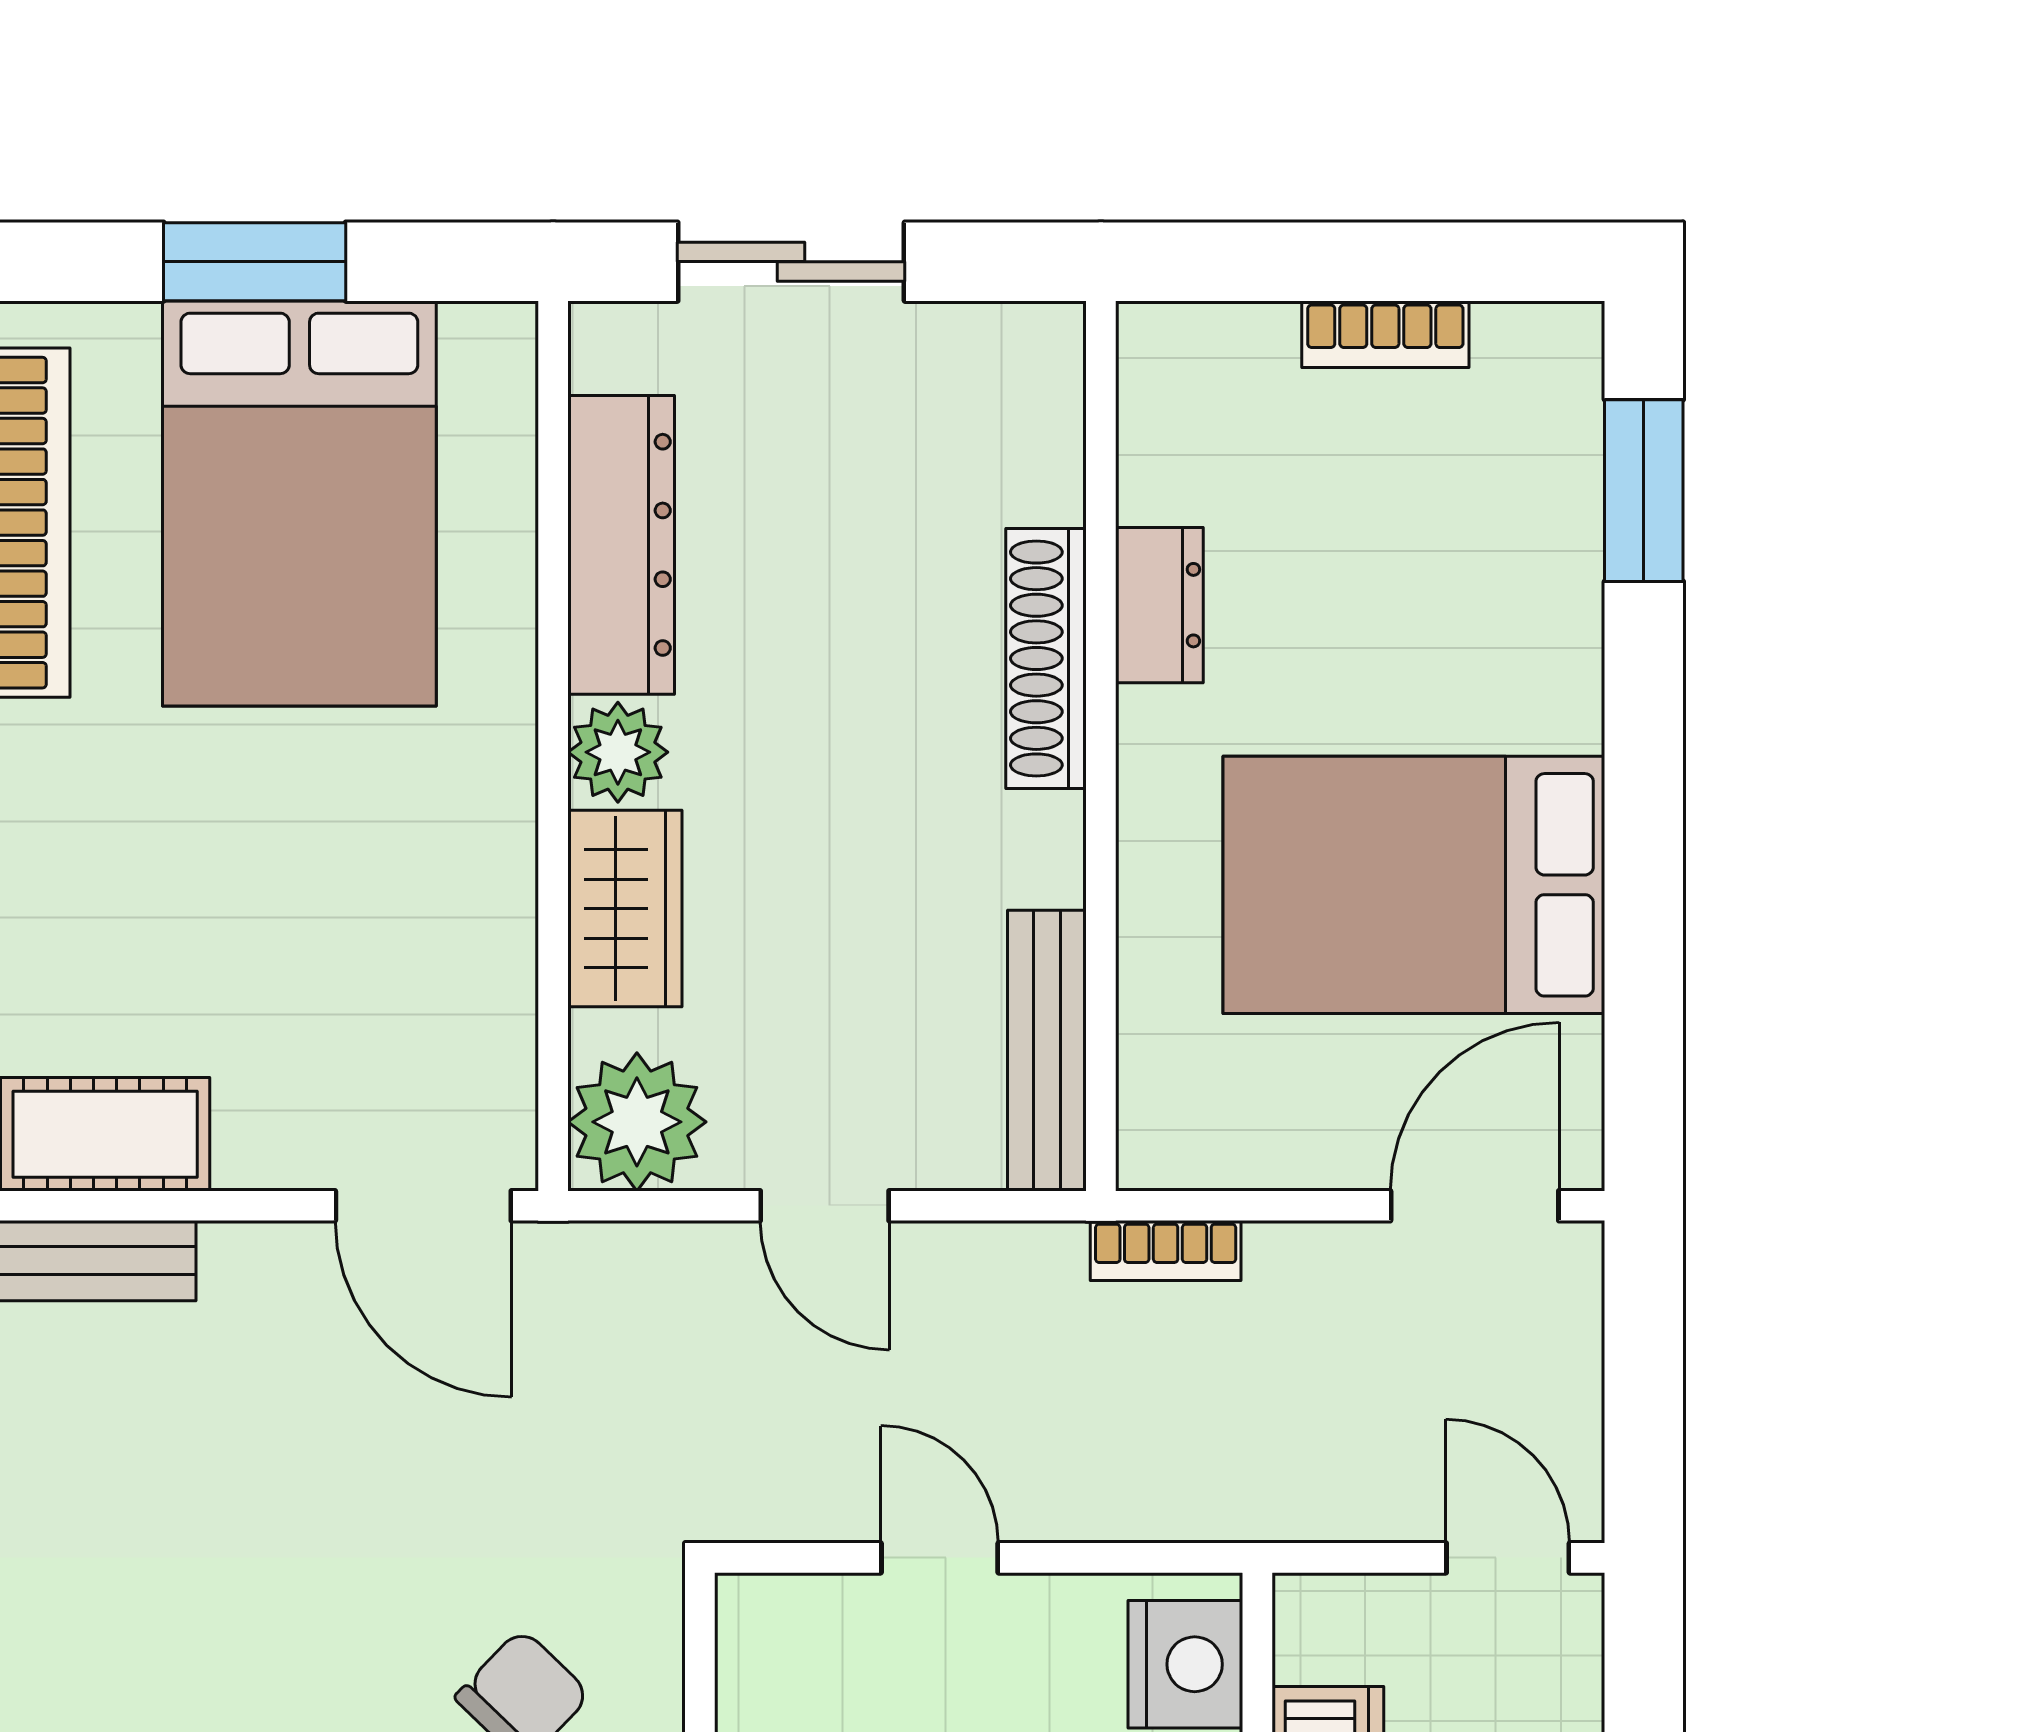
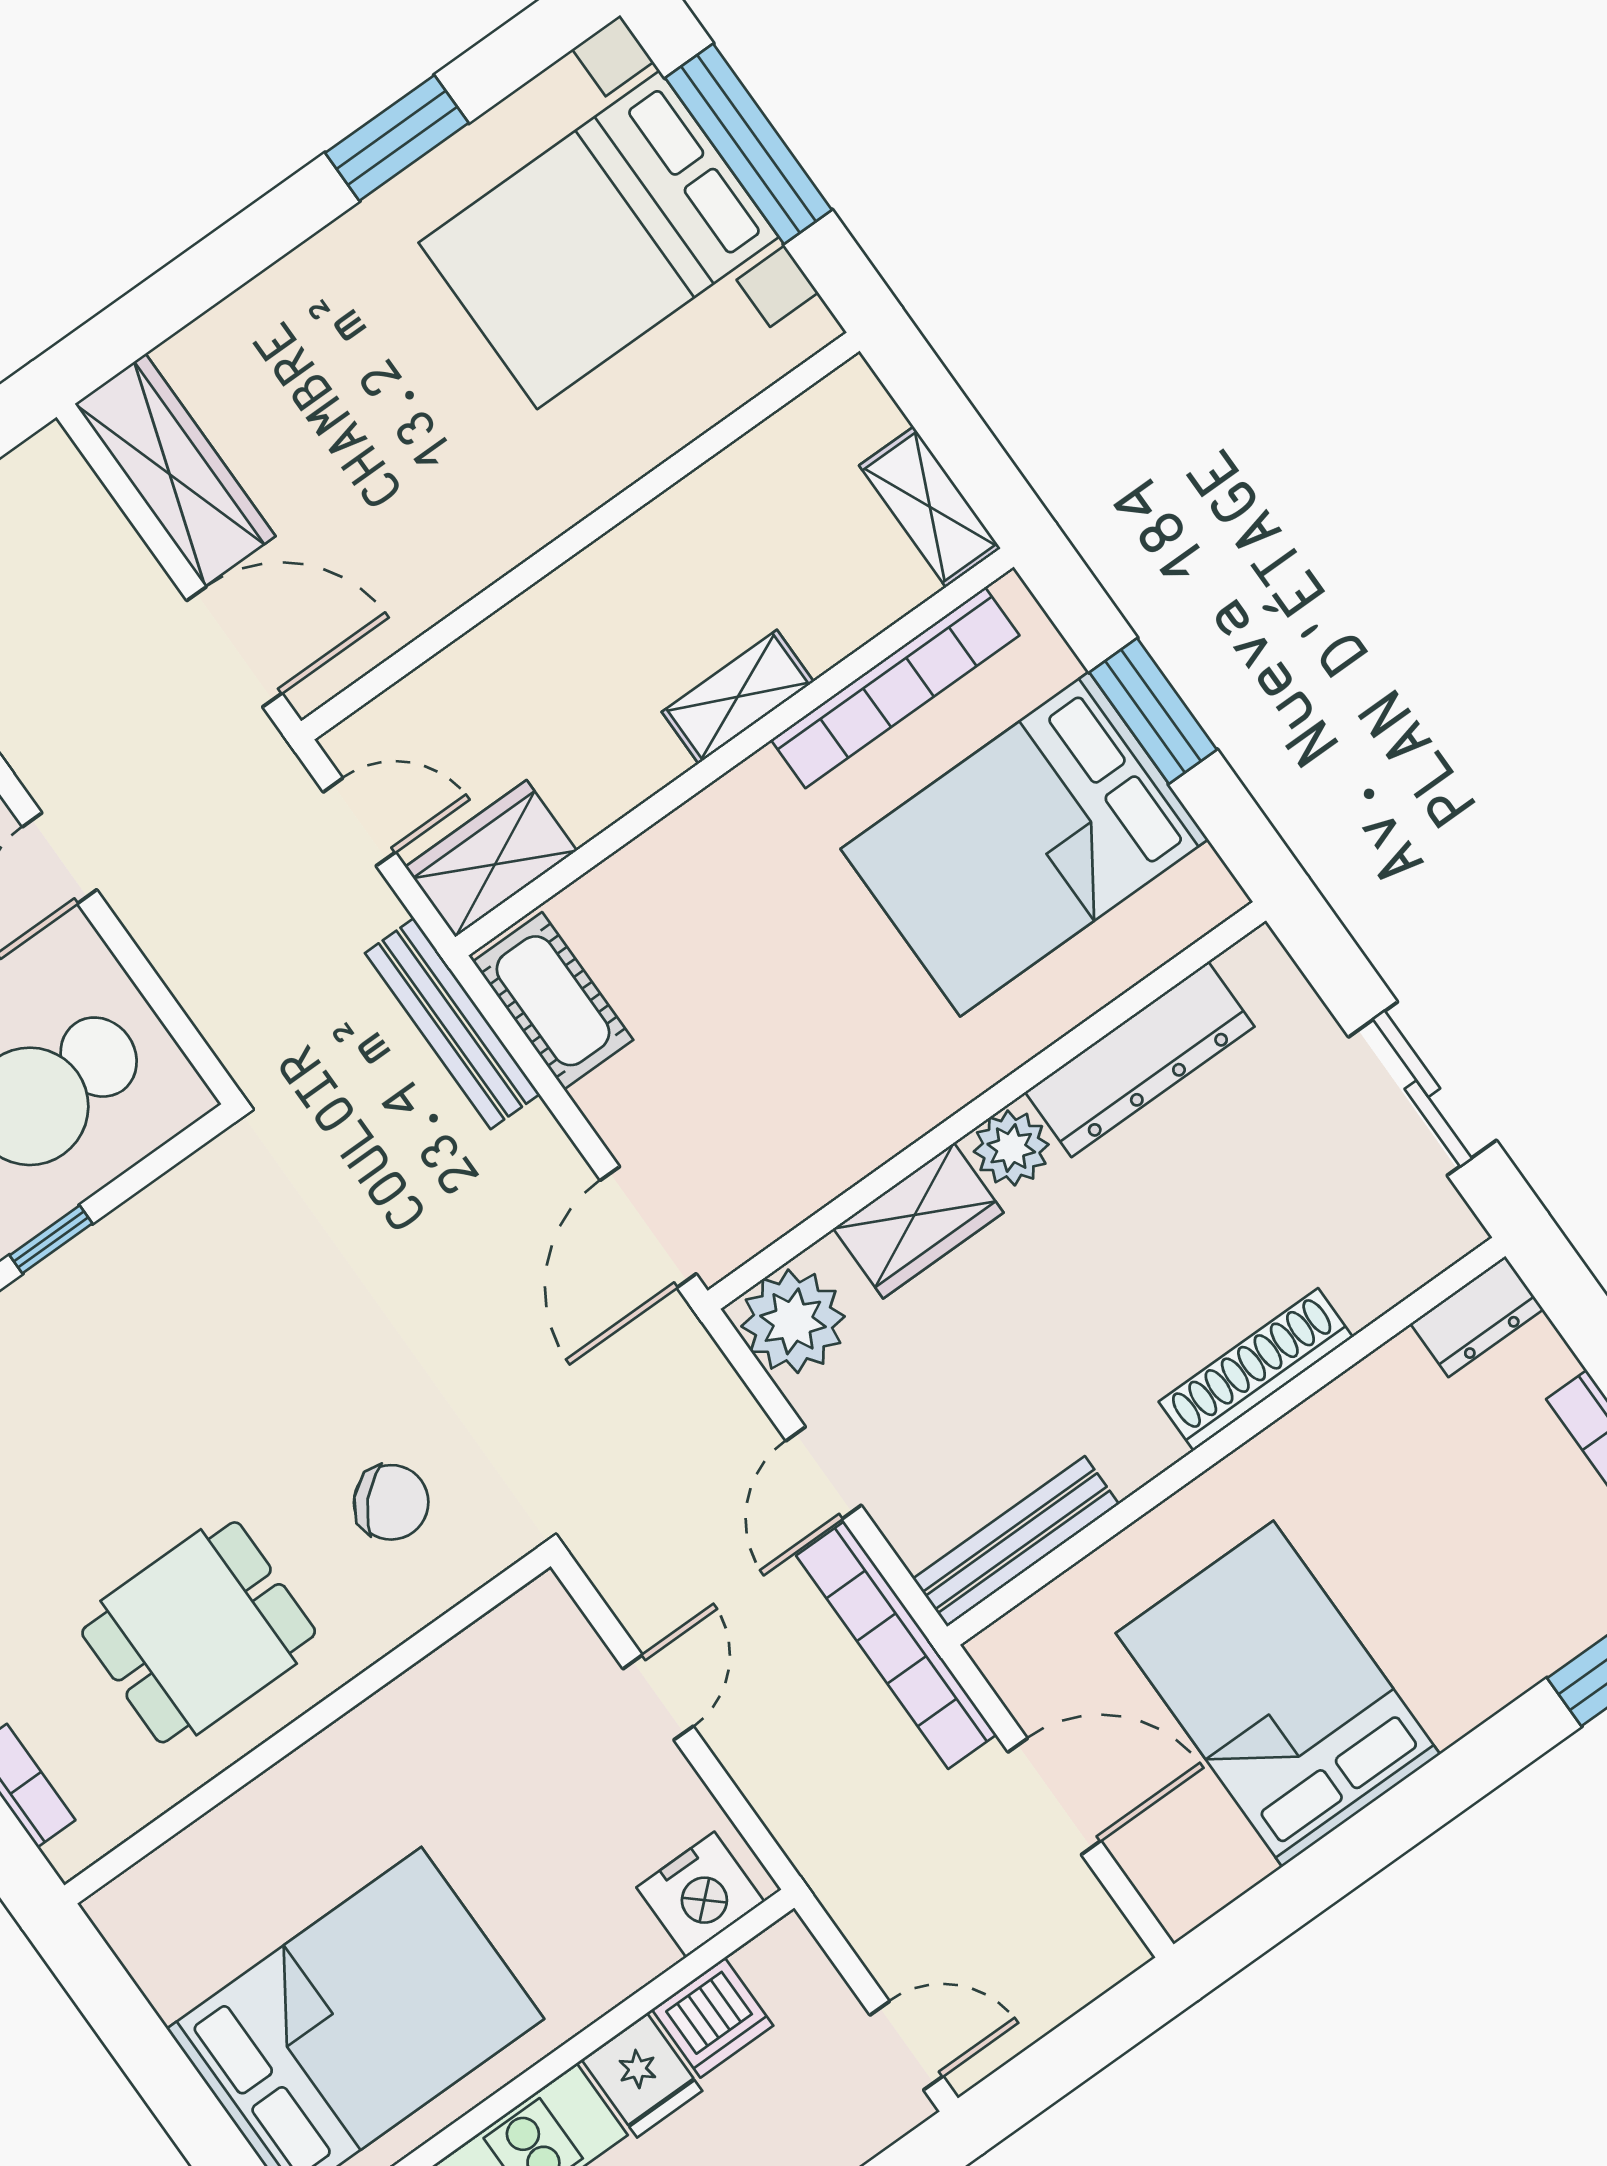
sliding door: (791, 262) -> (1422, 1089), moved
dresser: (1159, 605) -> (1477, 1317), moved
door: (1475, 1206) -> (1054, 1796), moved
bookcase: (1166, 1251) -> (896, 1645), width x2.31, depth x1.31
door: (1508, 1558) -> (906, 2046), hinge flipped

